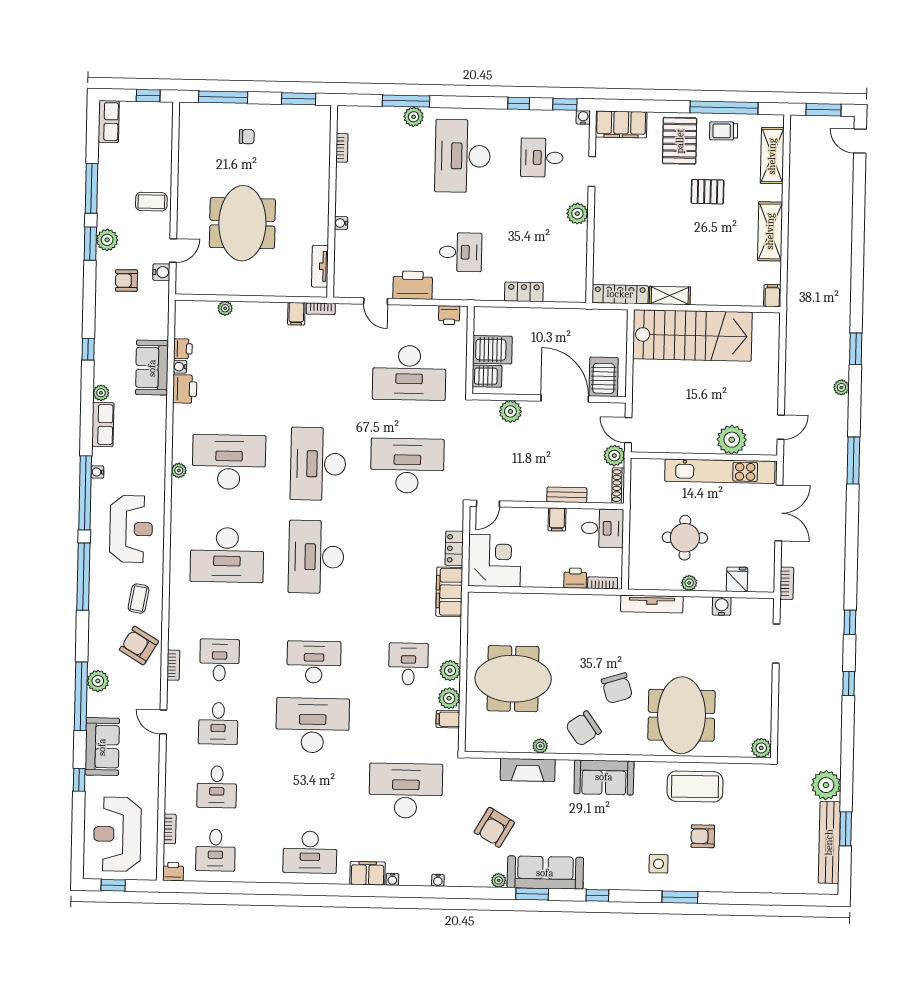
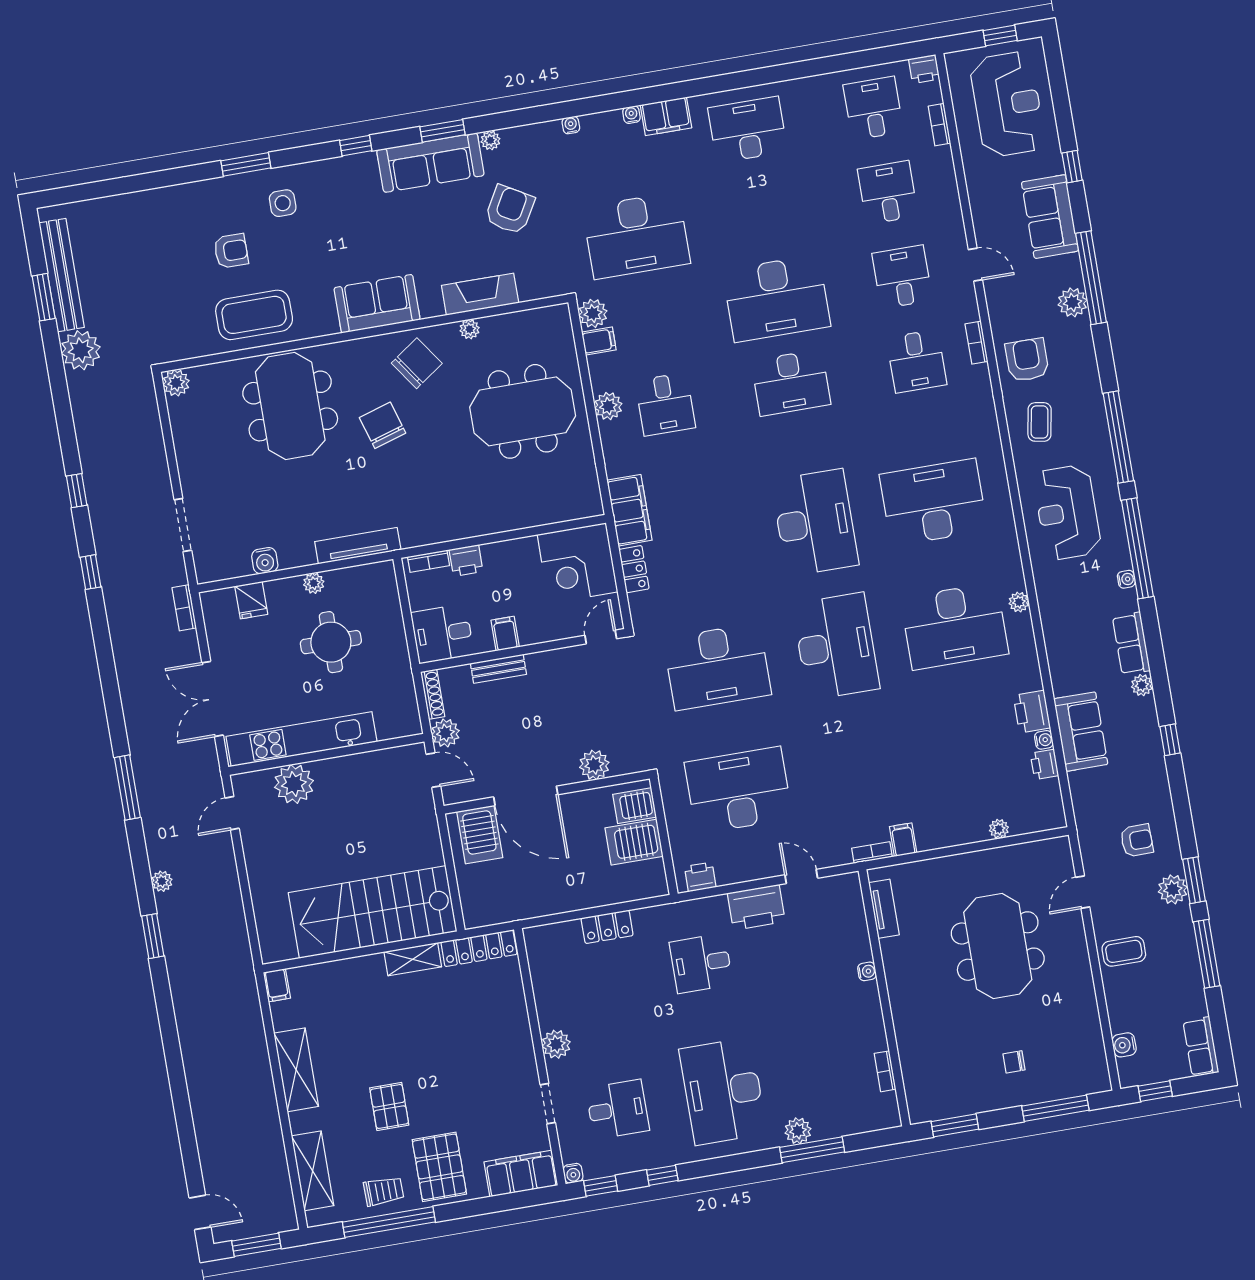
desk: (463, 156) -> (723, 1091), turned 180
pallet: (707, 192) -> (389, 1106), turned 90
water cooler: (161, 272) -> (1124, 1045), moved
armchair: (139, 645) -> (1027, 360), turned -121
plant: (449, 698) -> (593, 313), moved

